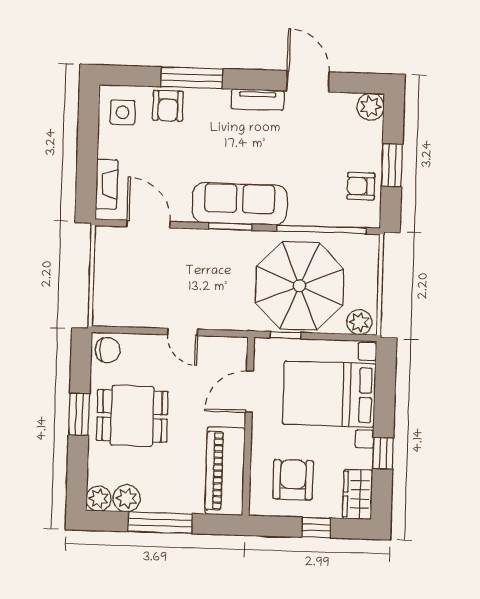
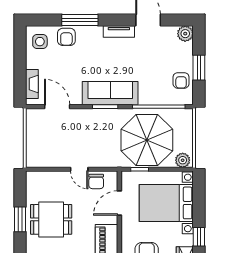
armchair: (361, 186) -> (181, 80), turned -90
chair: (108, 350) -> (96, 181), moved, turned 90

